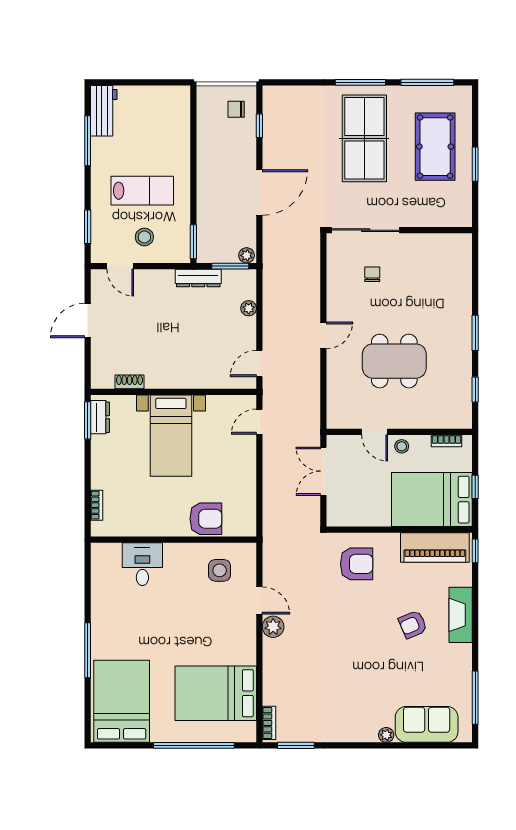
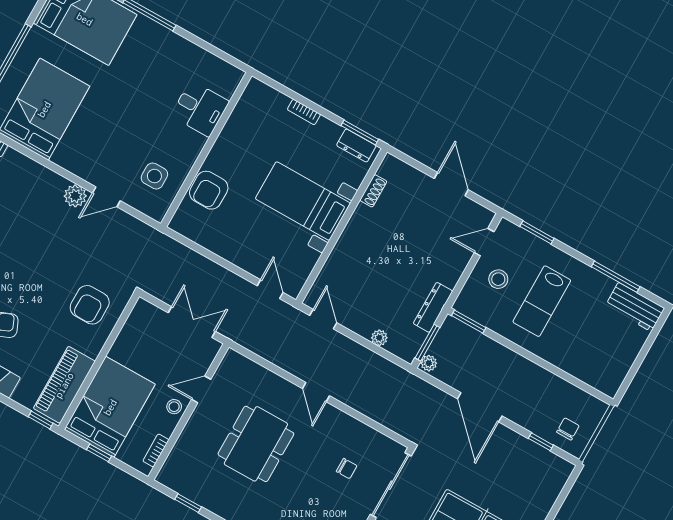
bookcase: (97, 505) -> (304, 112), moved

